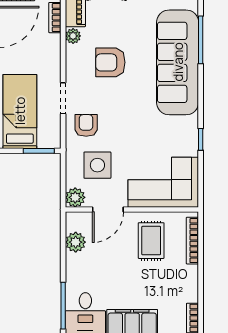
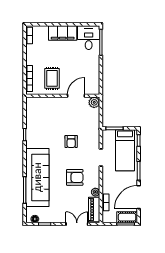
armchair: (86, 125) -> (71, 141), moved
side table: (97, 165) -> (82, 120), removed
corner sofa: (163, 182) -> (45, 111), removed
plant: (76, 242) -> (94, 78), removed

